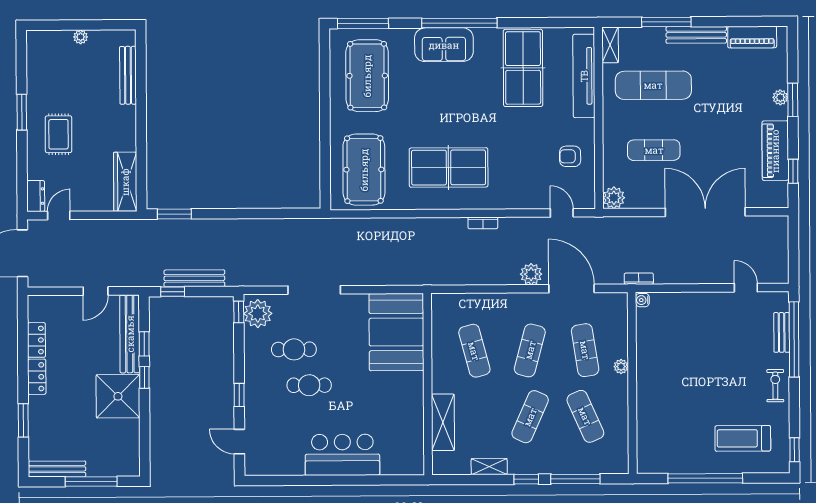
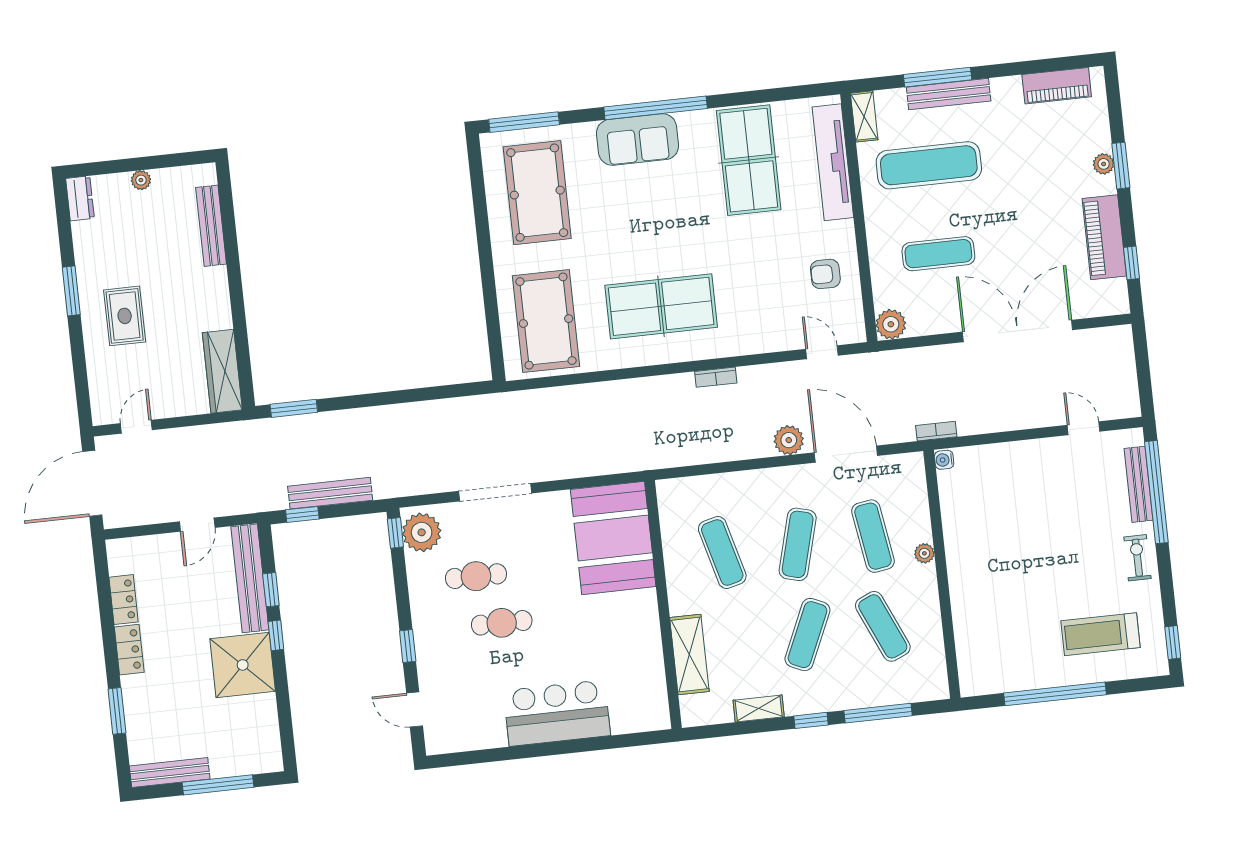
bench: (696, 35) -> (949, 94), moved
dresser: (36, 196) -> (80, 198), moved
bench: (782, 332) -> (1138, 484), width x1.36

